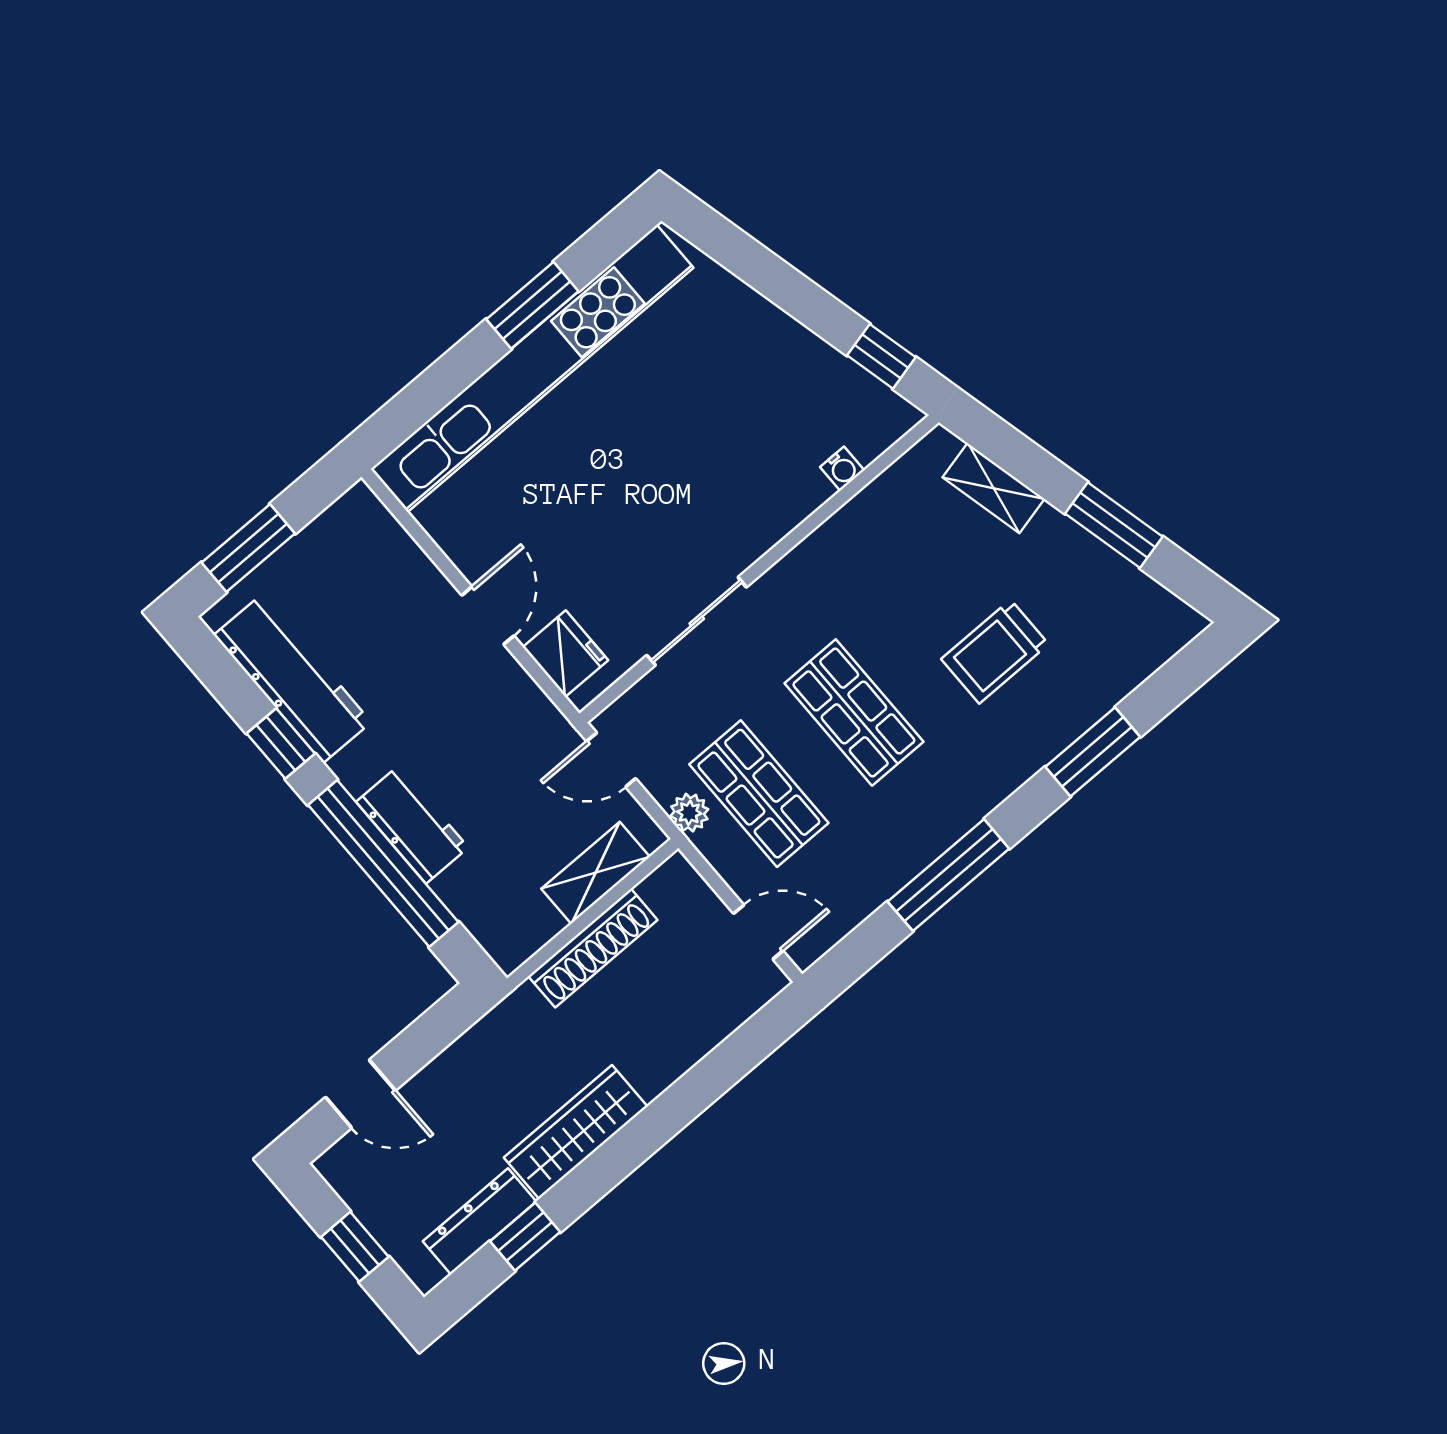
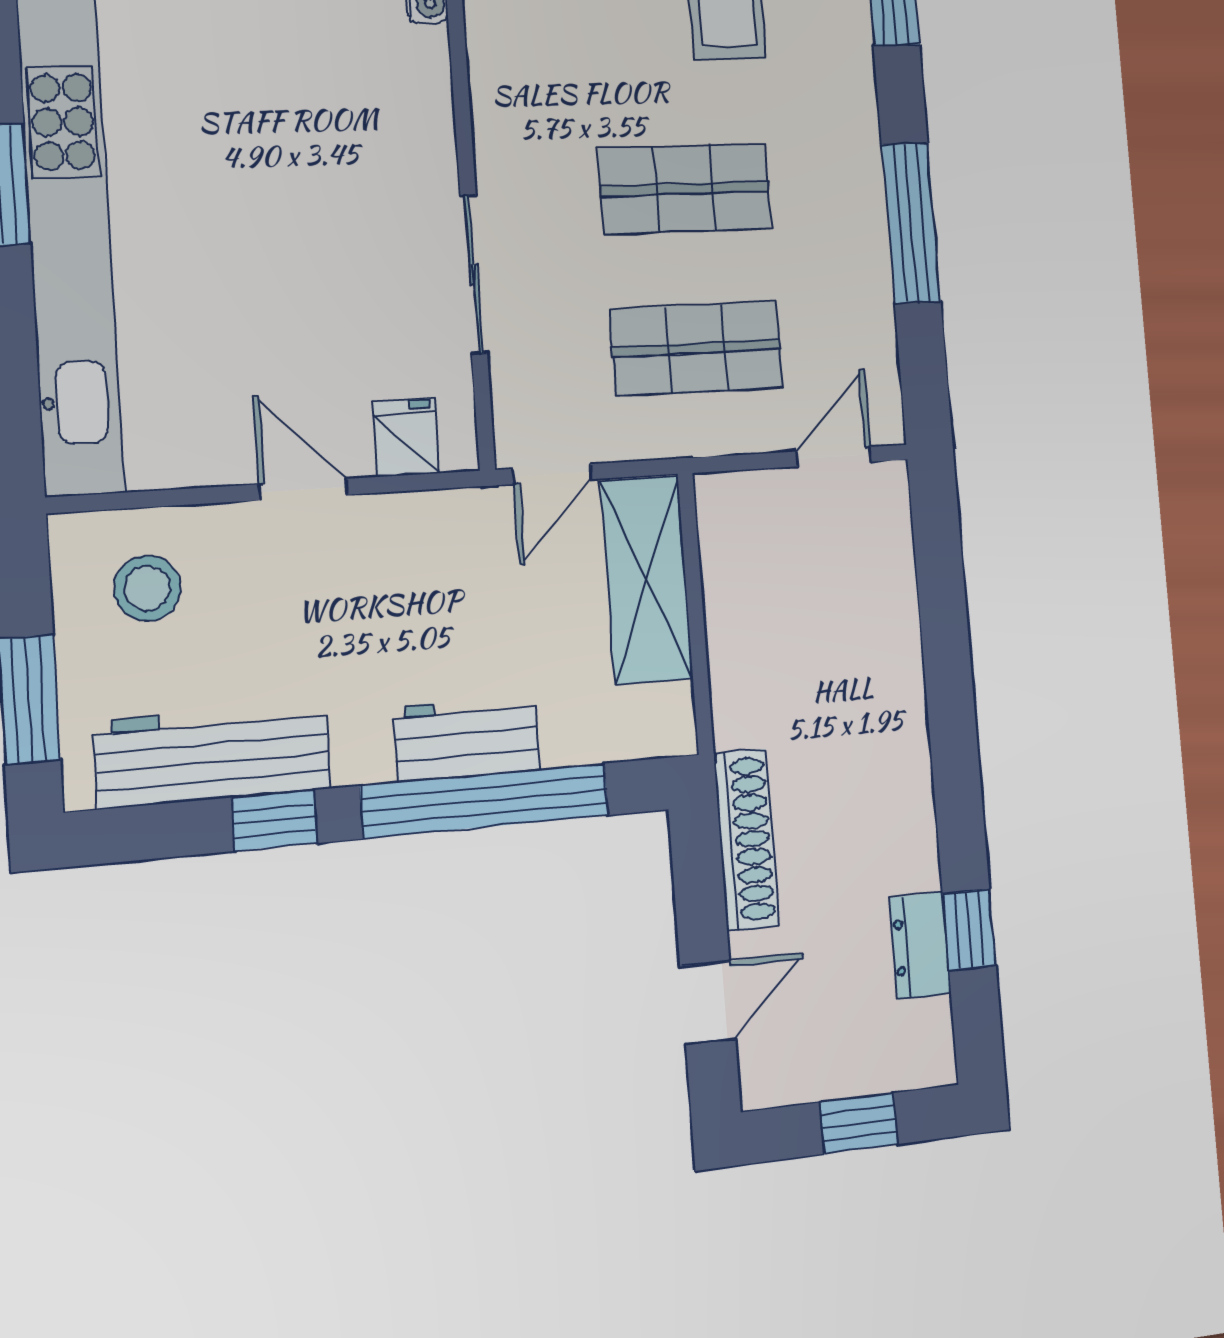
stool: (362, 567) -> (147, 588), added
fridge: (565, 654) -> (406, 438), width x0.72
plant: (689, 813) -> (665, 434), removed
shelving: (596, 873) -> (647, 580), width x1.50, depth x1.33
shoe rack: (593, 948) -> (746, 839), moved
wardrobe: (576, 1132) -> (902, 798), removed
dresser: (479, 1221) -> (920, 946), width x0.70

